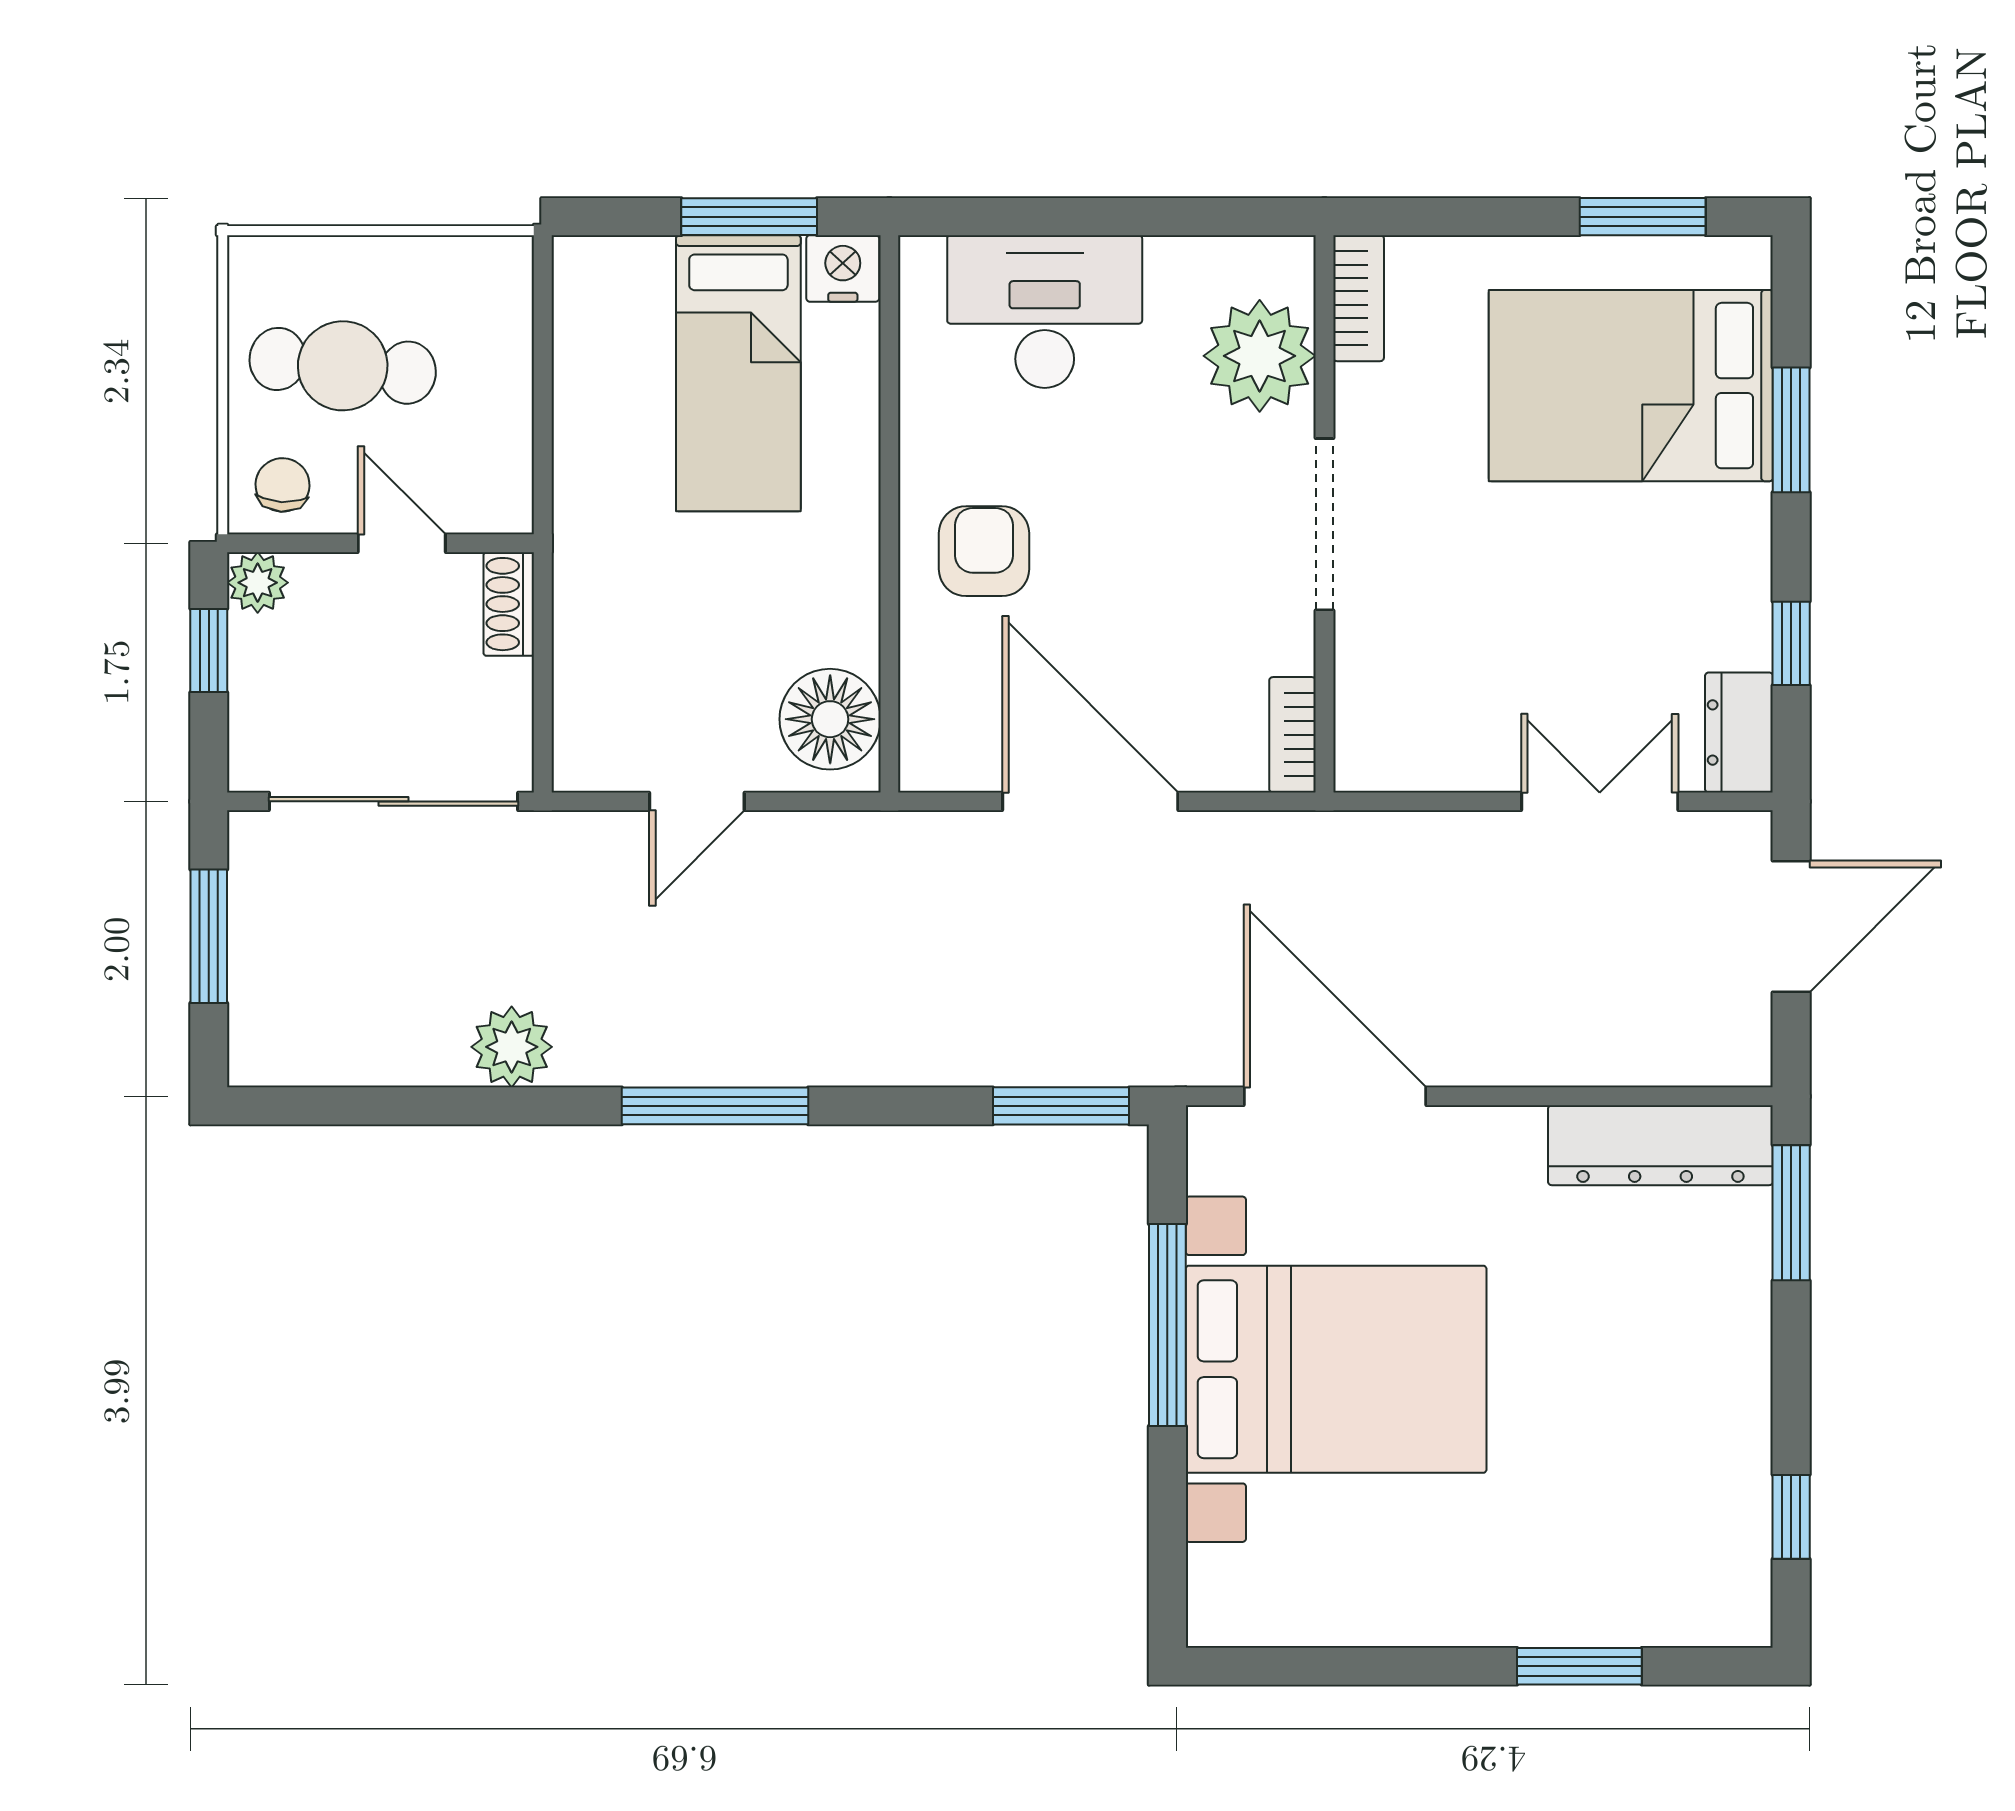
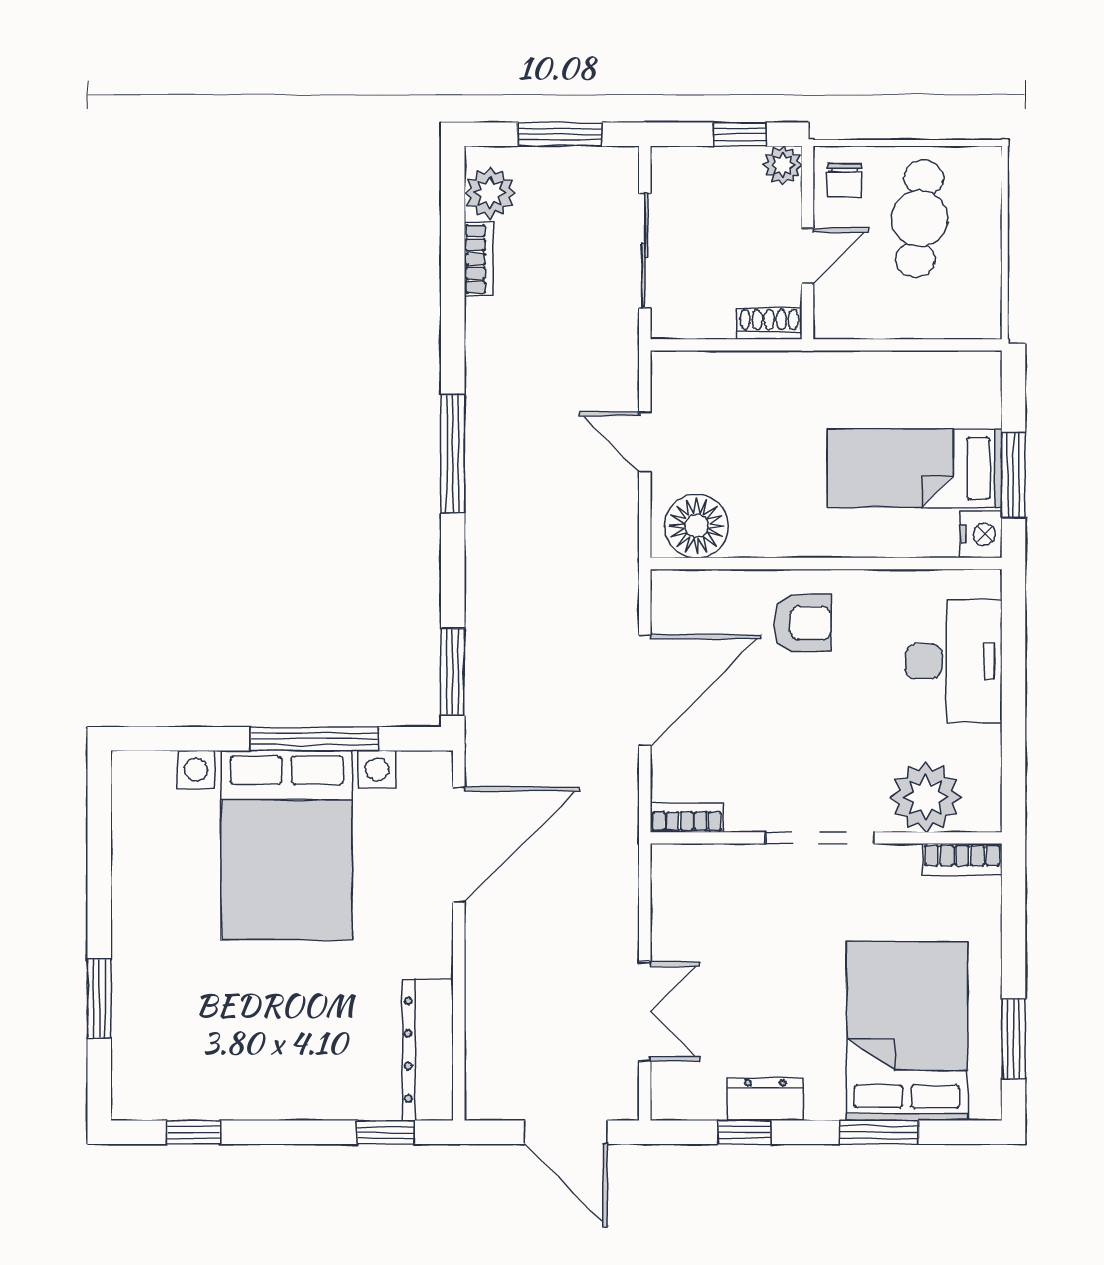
chair: (282, 485) -> (844, 181), turned 87
dresser: (1739, 732) -> (765, 1099), moved
sliding door: (394, 801) -> (645, 251), width x0.73
plant: (512, 1047) -> (490, 193), moved
bookcase: (407, 1064) -> (479, 259), added
window: (1791, 1213) -> (385, 1132), width x0.67

